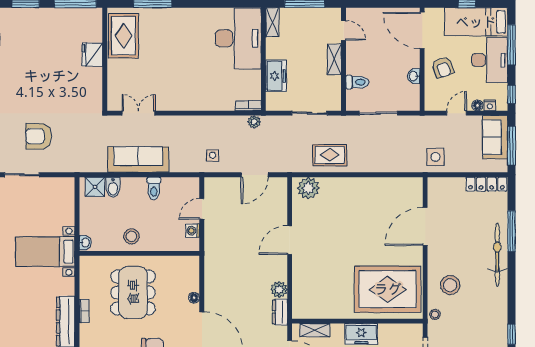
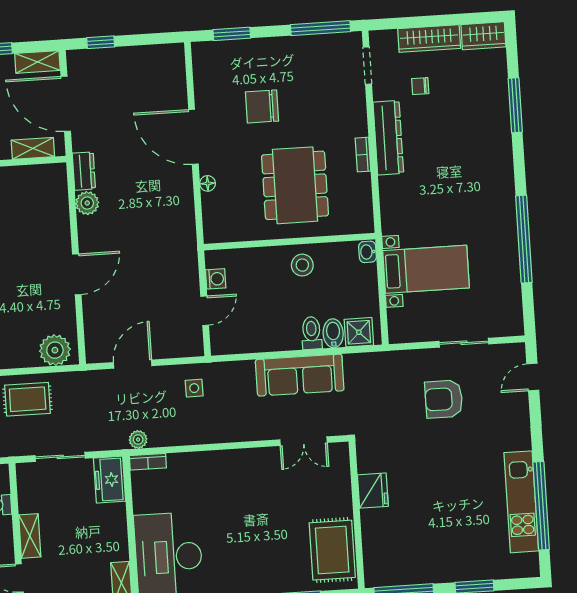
fridge: (92, 54) -> (373, 491), moved
freezer: (276, 76) -> (110, 480), moved
armchair: (39, 136) -> (444, 399), turned 180
toilet: (154, 188) -> (312, 333), moved
bed with nightstands: (45, 252) -> (426, 269), moved

